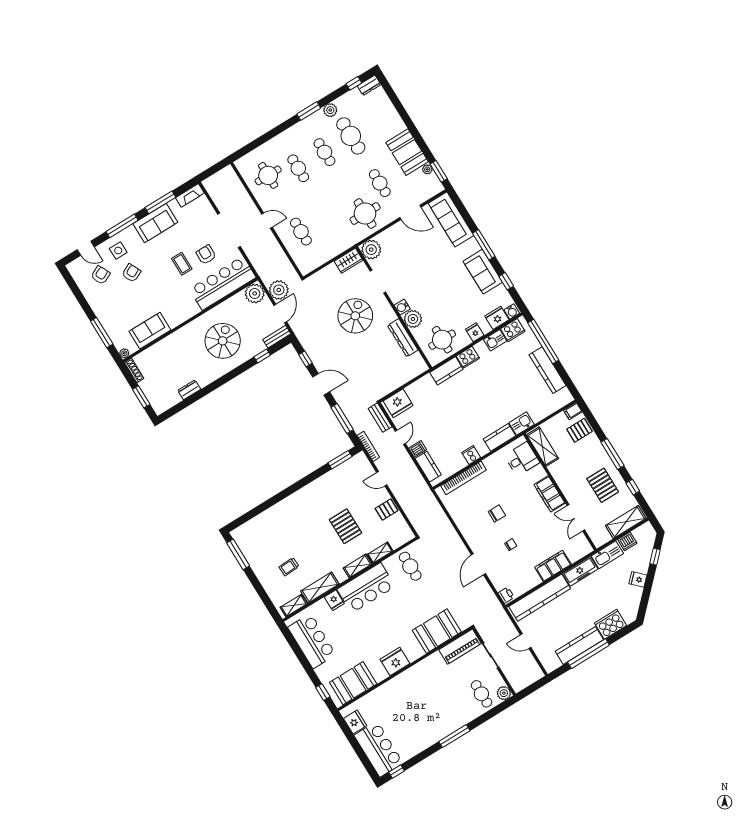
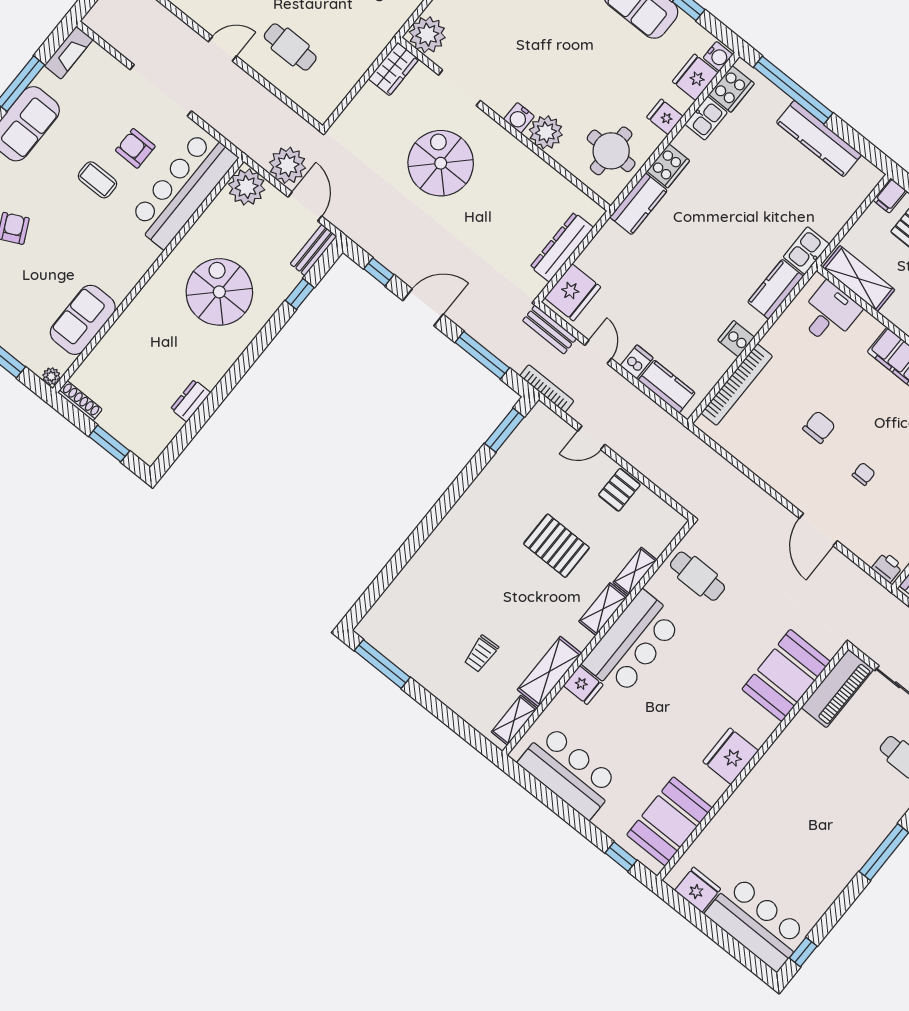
dresser: (403, 338) -> (562, 247), moved, turned 90

